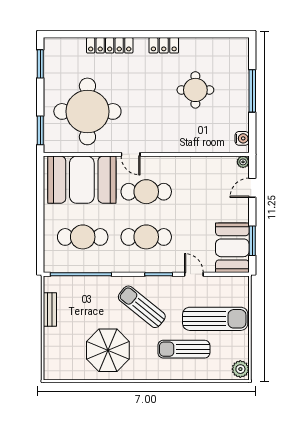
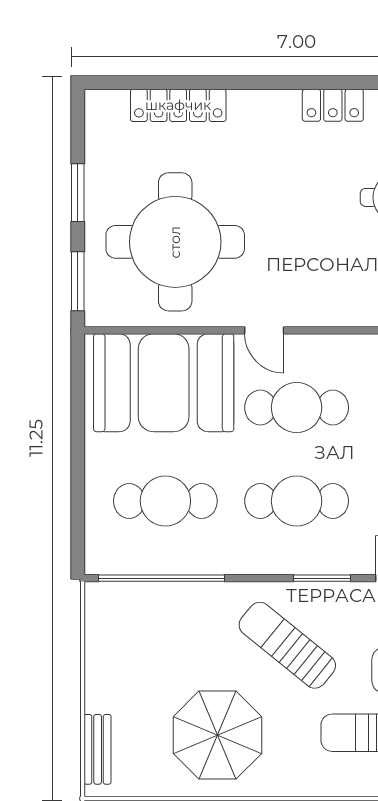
locker: (110, 45) -> (178, 105), moved
window: (40, 64) -> (78, 193), moved
bench: (50, 310) -> (98, 749), moved

